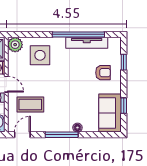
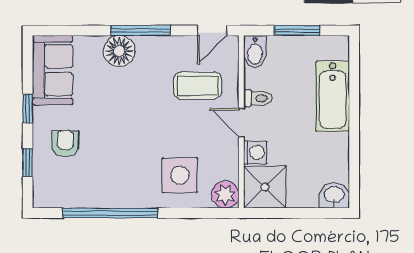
tv unit: (87, 43) -> (95, 198), removed
armchair: (103, 73) -> (65, 144), turned 90
window: (124, 106) -> (28, 109), moved
floor lamp: (77, 128) -> (119, 51), width x1.89, depth x1.89

